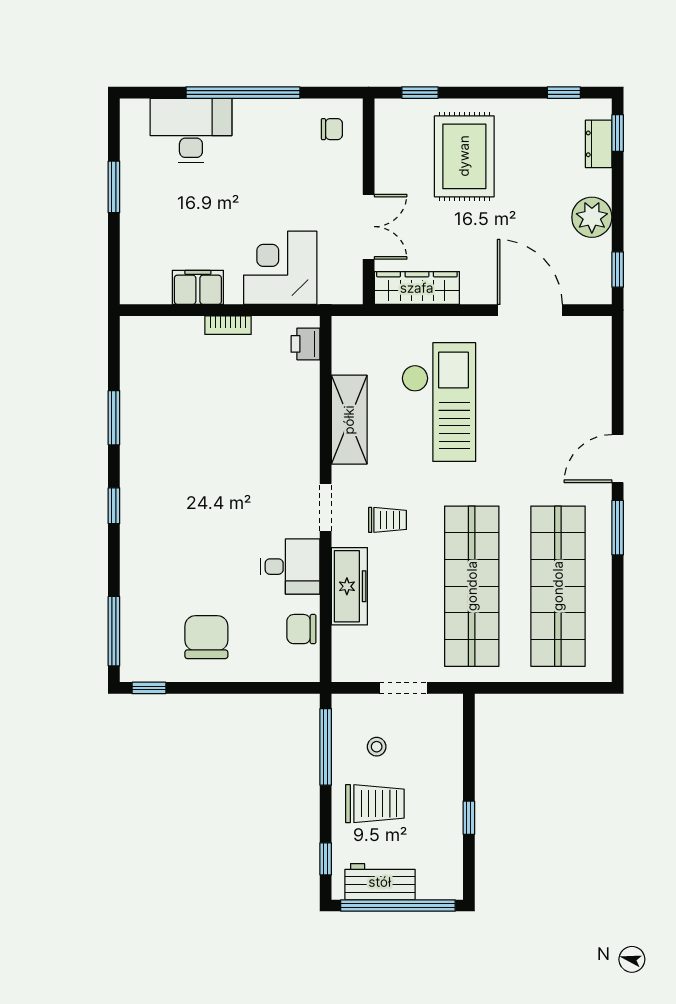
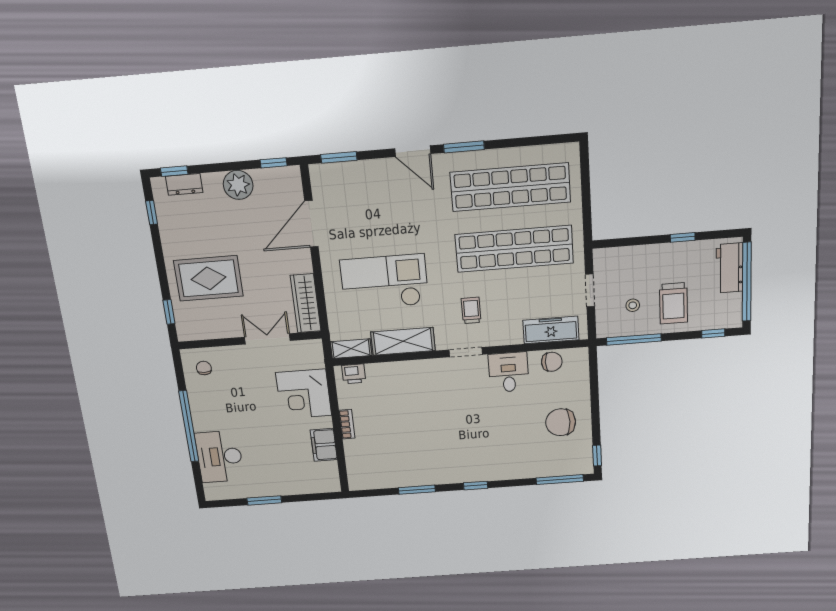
shelving: (344, 344) -> (351, 349), added
window: (618, 359) -> (339, 157), added
freezer: (349, 586) -> (551, 330), moved
chair: (301, 629) -> (552, 362), turned -90
trolley: (375, 804) -> (673, 303), turned 180
workbench: (380, 882) -> (730, 268), moved

